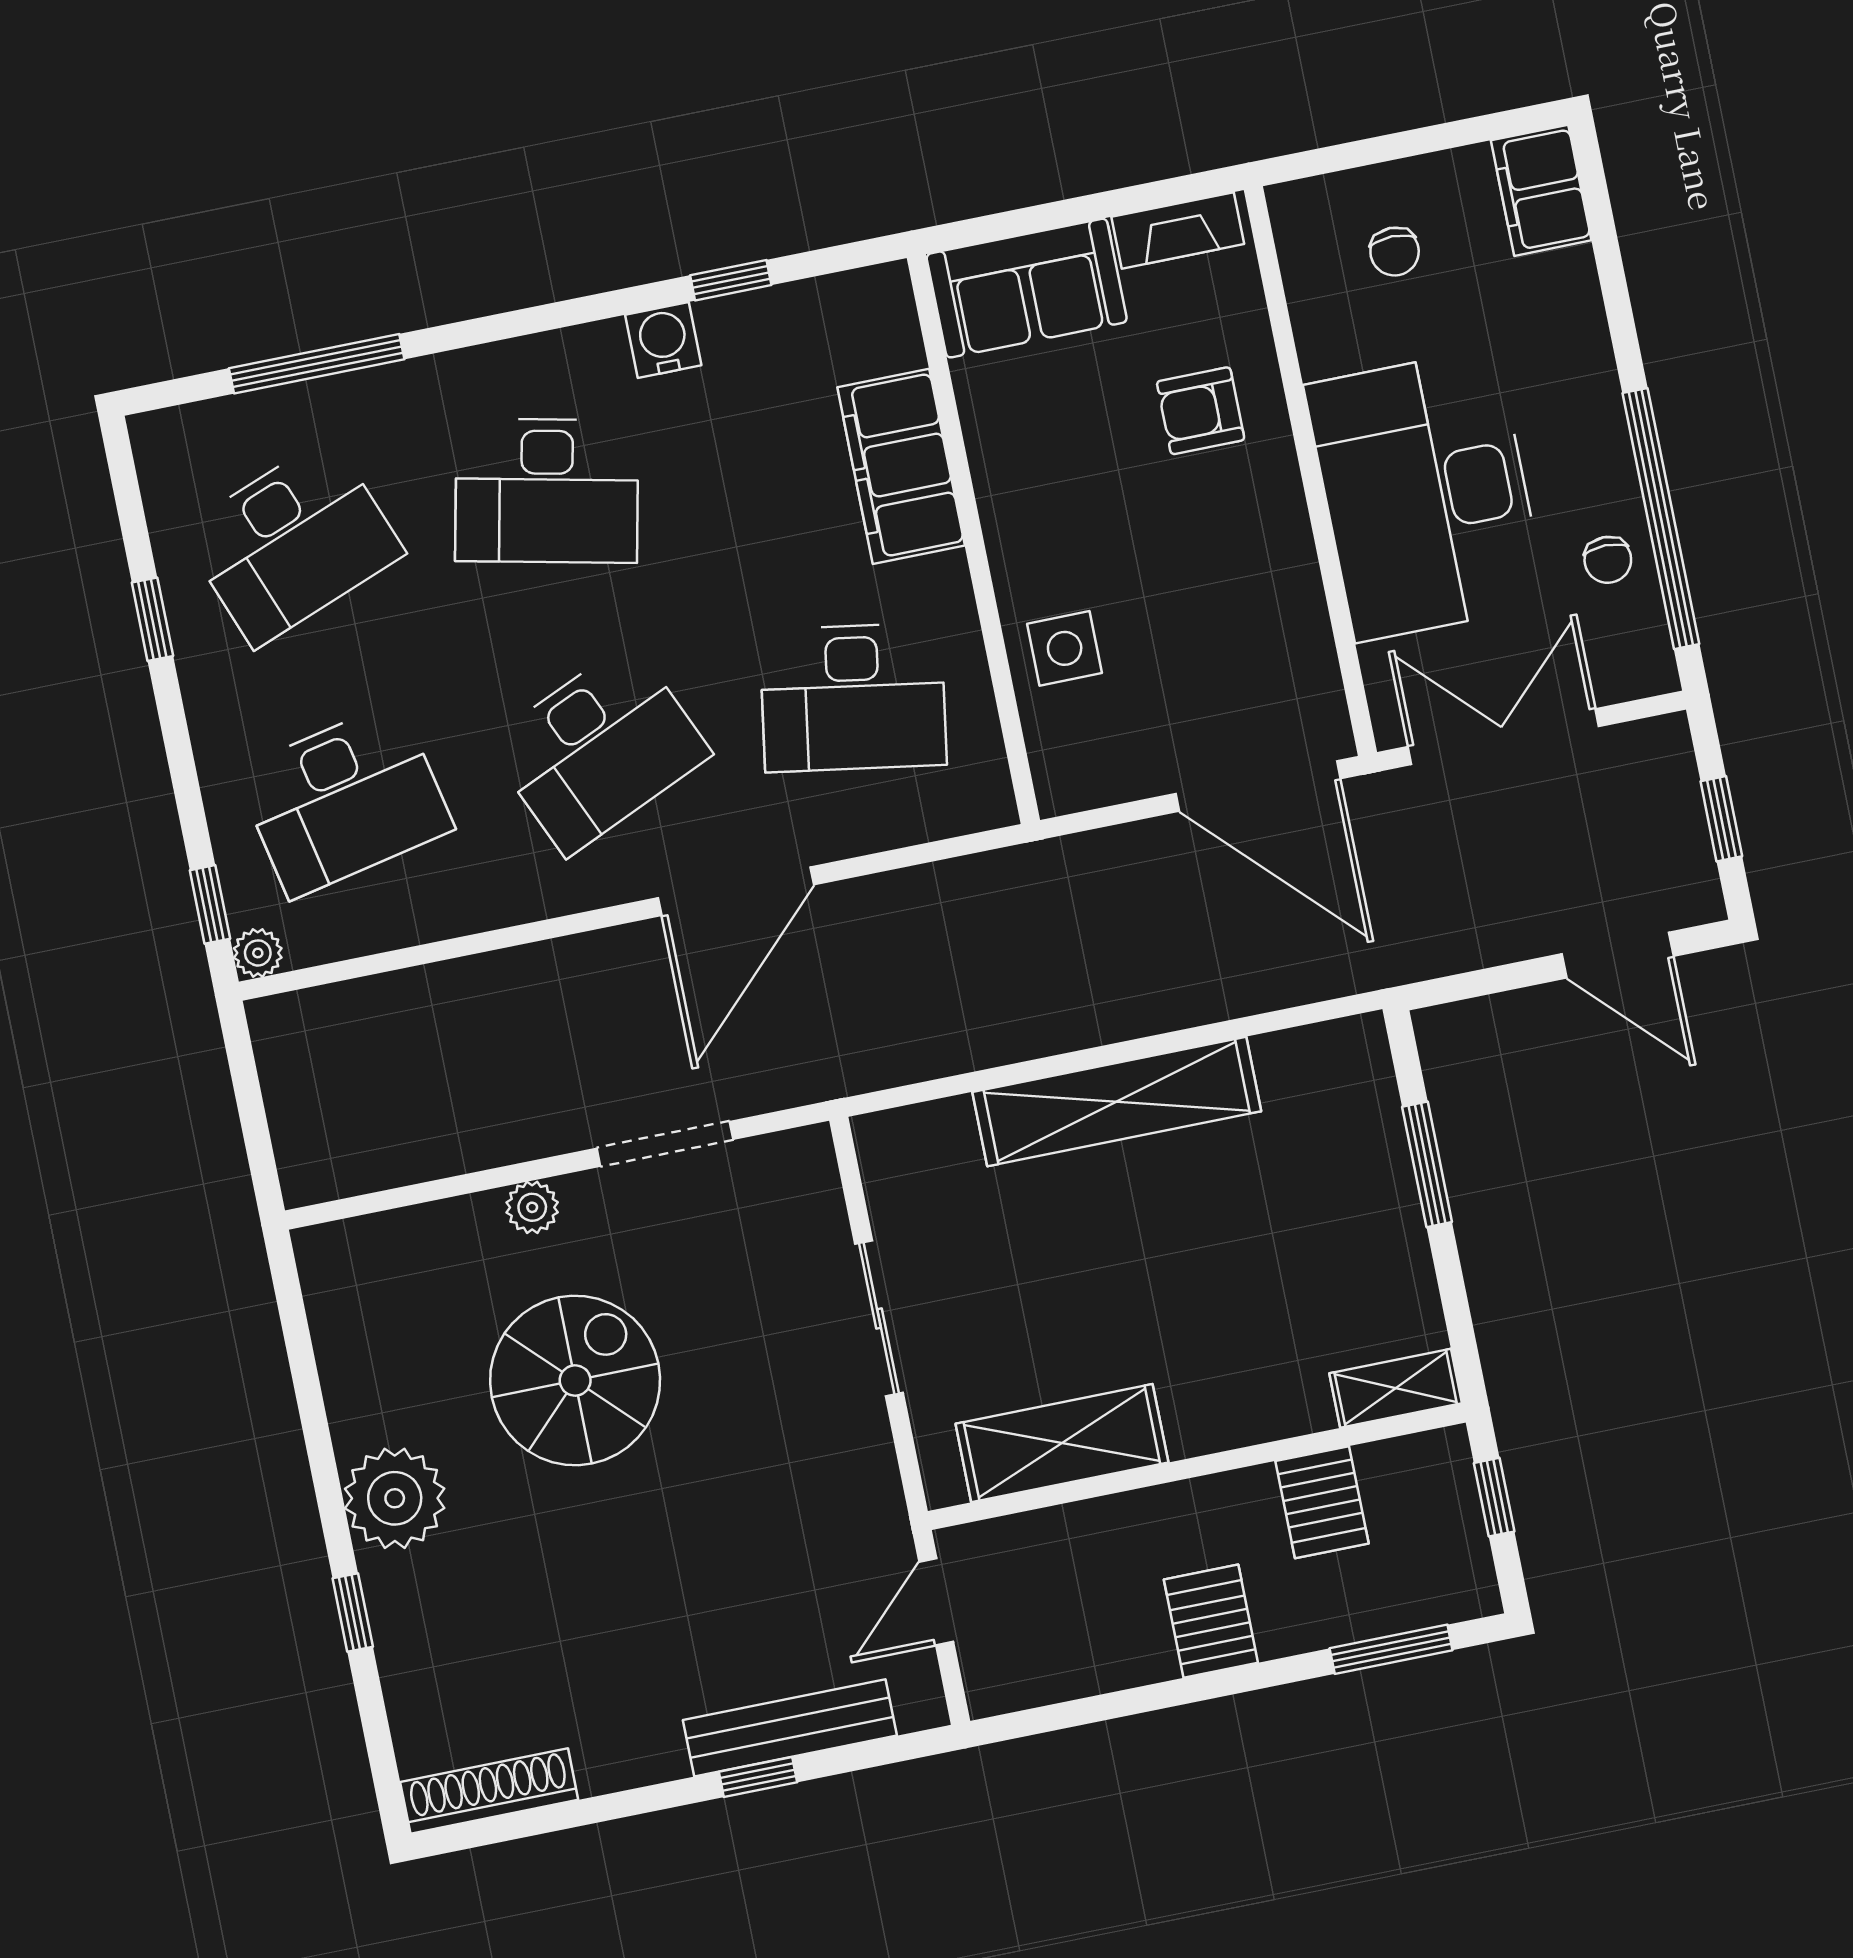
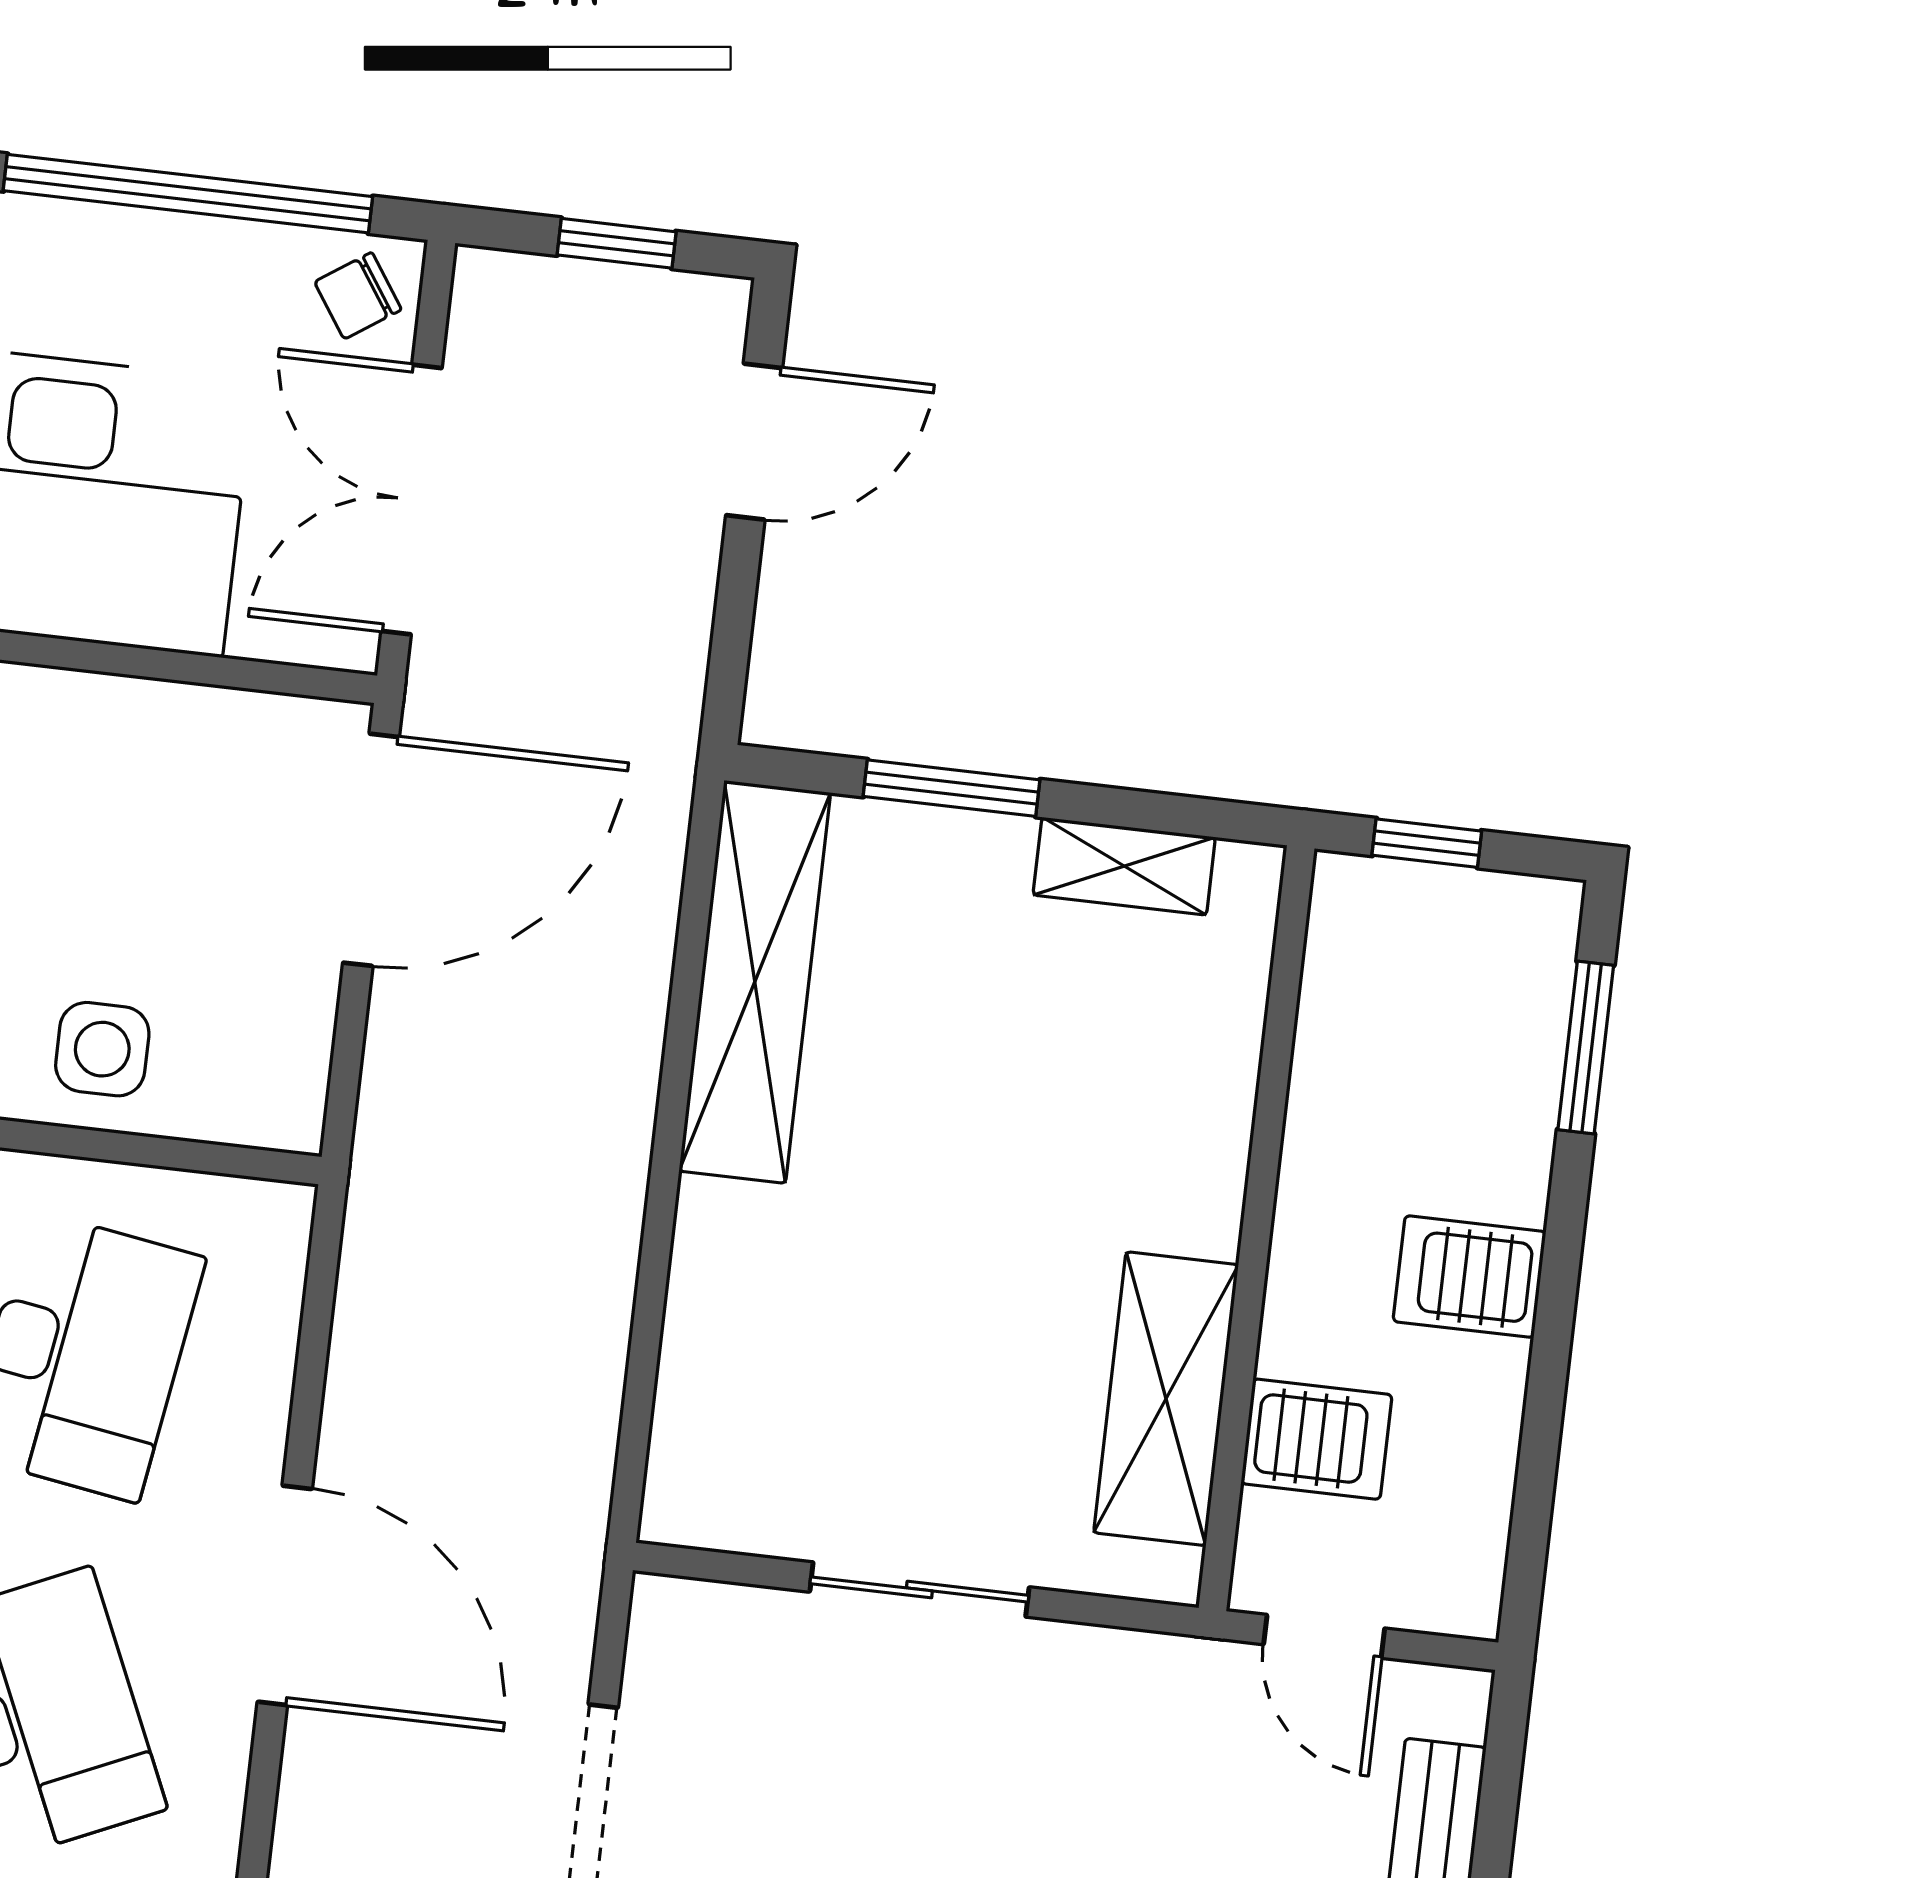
chair: (1608, 560) -> (358, 296), moved, turned 146
shelving: (1117, 1102) -> (755, 982), moved
shelving: (1396, 1388) -> (1124, 866), moved, turned 90
server rack: (1322, 1502) -> (1316, 1439), moved

